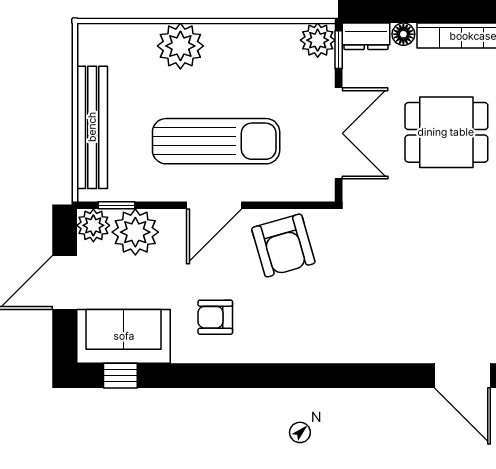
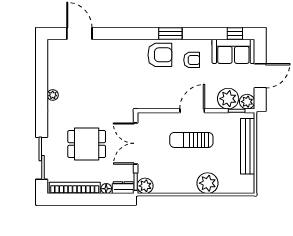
sun lounger: (216, 141) -> (191, 140), width x0.73, depth x0.75
armchair: (283, 245) -> (160, 55), moved, turned 106
window: (262, 376) -> (170, 33), added

